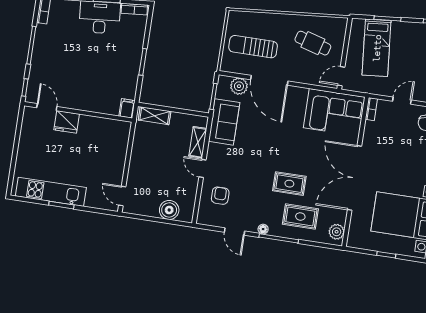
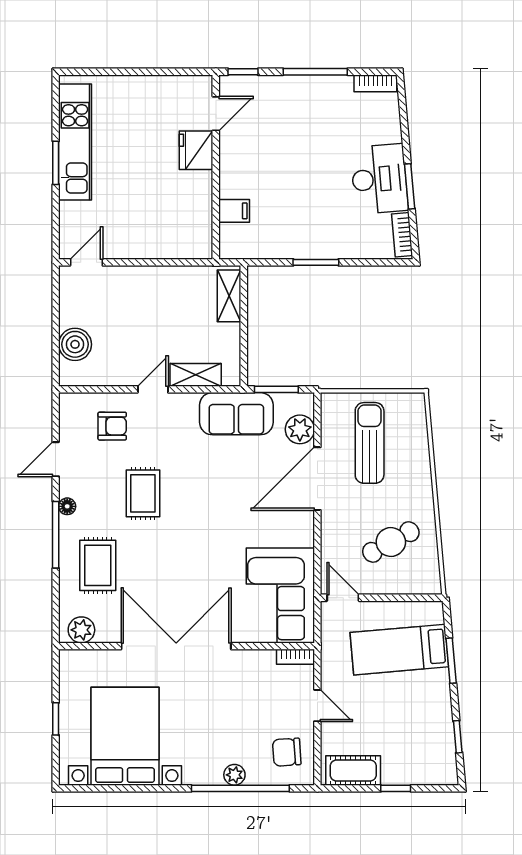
cafe table: (313, 43) -> (391, 542), turned 45
filing cabinet: (127, 108) -> (234, 211), moved
rug: (289, 184) -> (143, 493), moved

